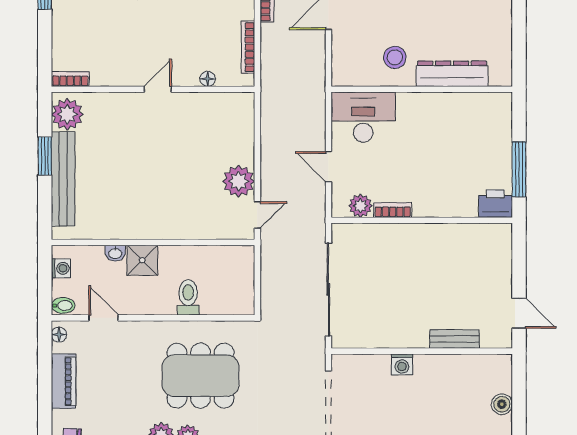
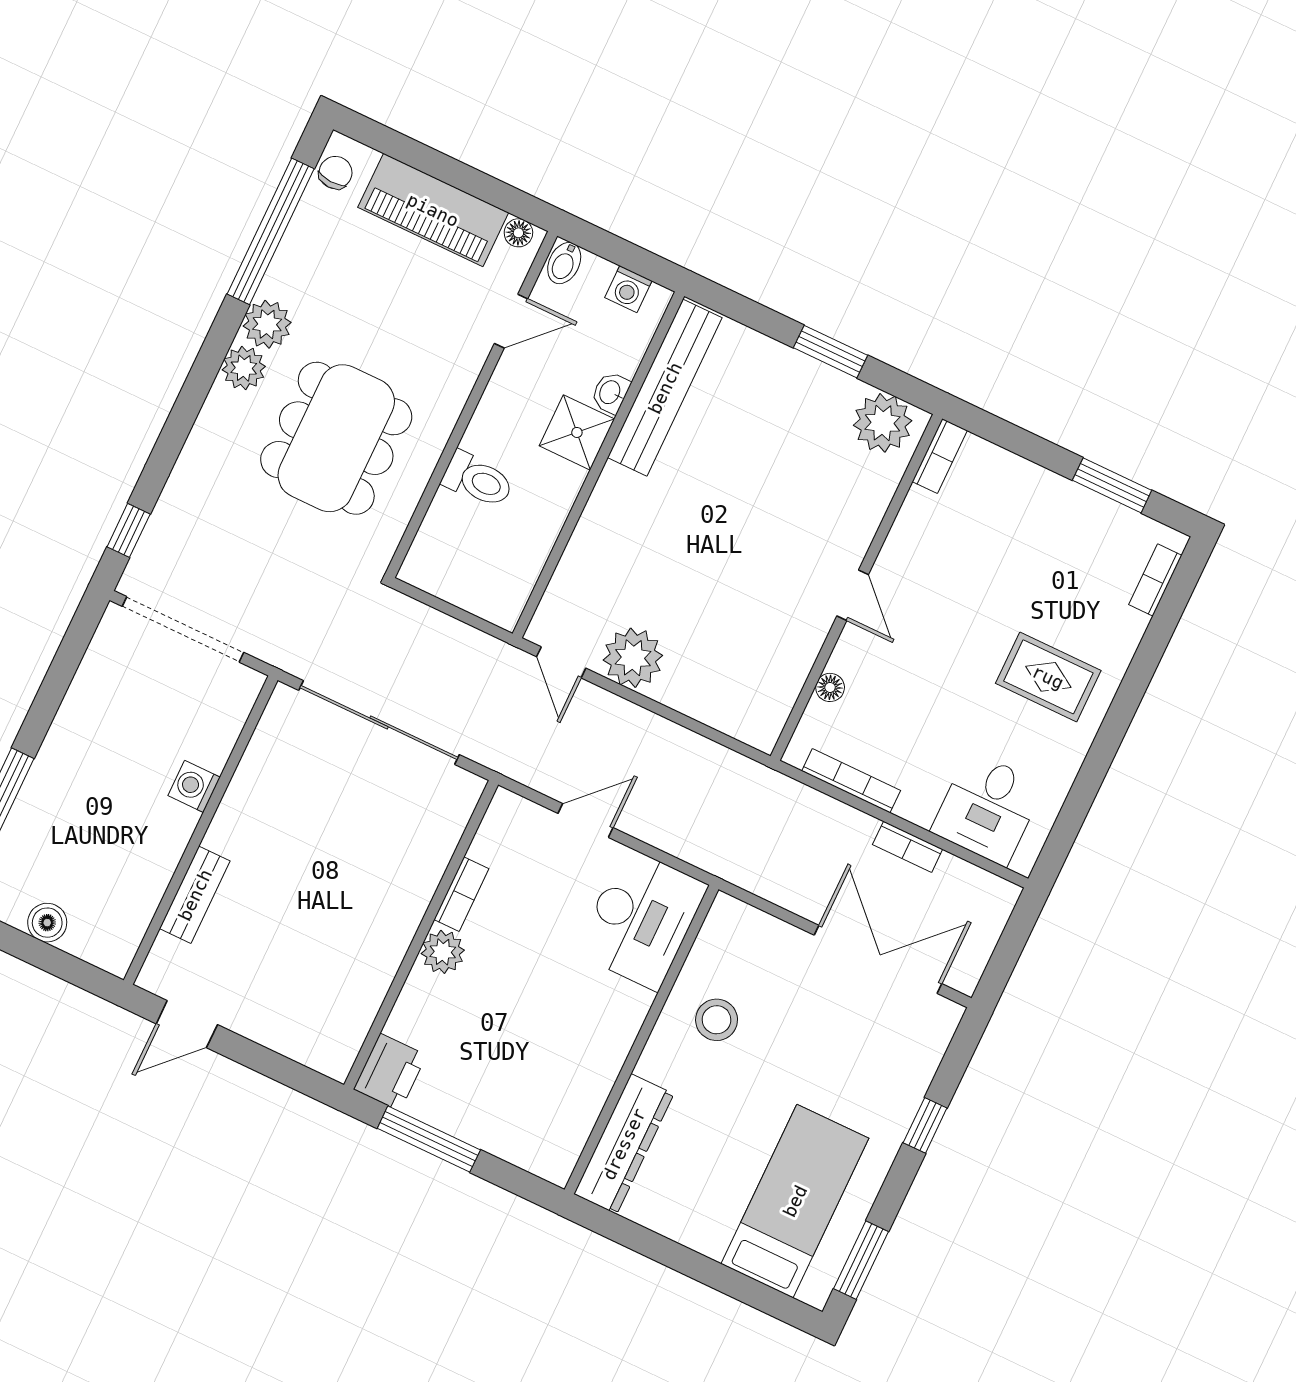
dresser: (452, 74) -> (624, 1144), moved
bench: (63, 179) -> (665, 388), moved, turned 90
plant: (360, 206) -> (443, 952), moved
piano: (64, 381) -> (433, 210), width x1.37, depth x1.33

